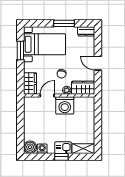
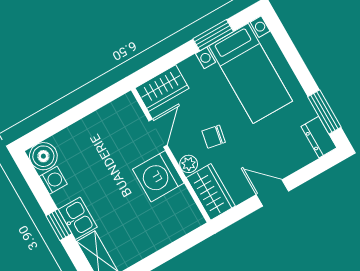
window: (64, 23) -> (324, 112), moved
door: (98, 63) -> (272, 193), hinge flipped
door: (47, 95) -> (158, 133), hinge flipped

